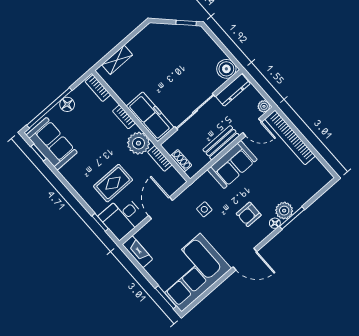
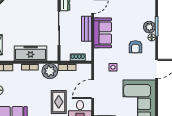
freezer: (150, 117) -> (31, 53), moved
door: (160, 208) -> (93, 89), hinge flipped

